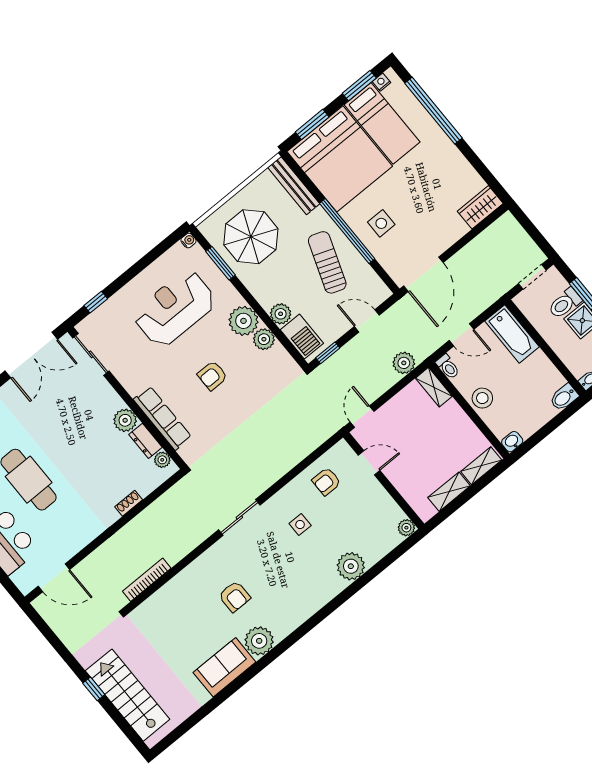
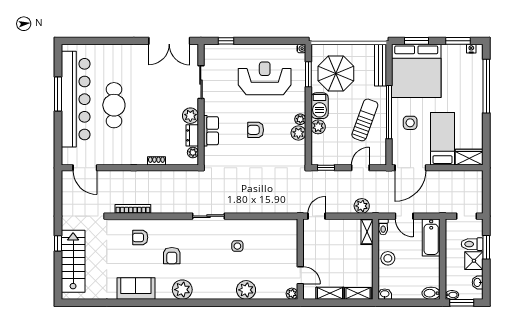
bed: (382, 123) -> (442, 139), moved, turned 180
plant: (243, 321) -> (300, 119), width x0.53, depth x0.53
door: (367, 321) -> (360, 168), hinge flipped
barbecue: (302, 337) -> (320, 106), moved
sliding door: (91, 354) -> (201, 82), moved
row of seats: (162, 418) -> (211, 131), width x0.68
door: (369, 463) -> (300, 275), moved
armchair: (326, 481) -> (140, 237), moved
plant: (259, 641) -> (182, 290), moved

